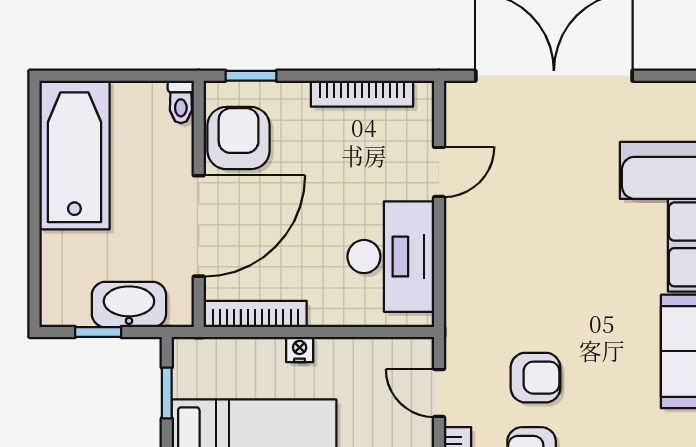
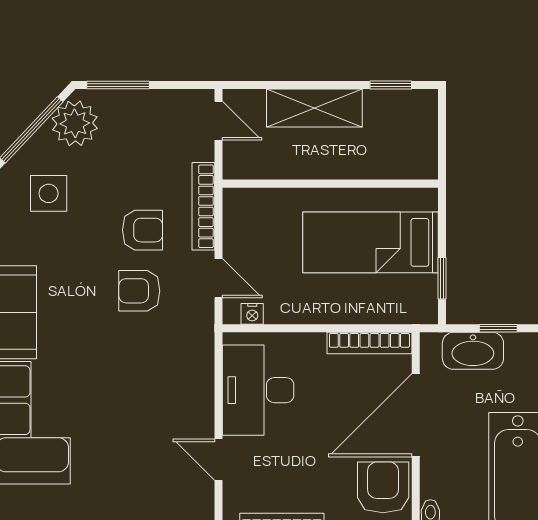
armchair: (239, 138) -> (383, 487), turned 180
door: (439, 172) -> (219, 460), hinge flipped
nightstand: (300, 349) -> (252, 314), moved

